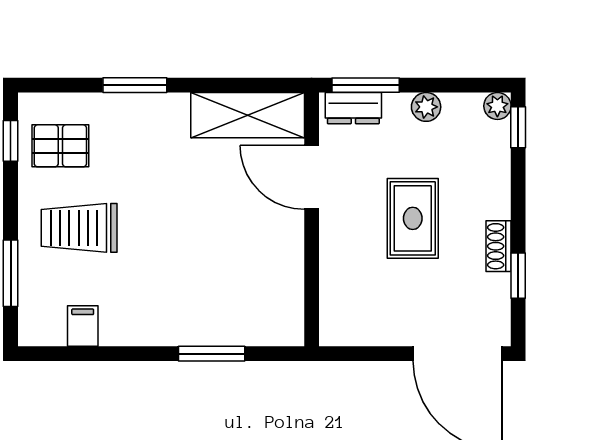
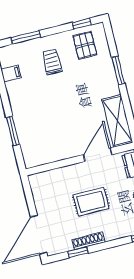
trolley: (79, 228) -> (52, 62), width x0.73, depth x0.72
shoe rack: (499, 246) -> (88, 241), width x1.43

